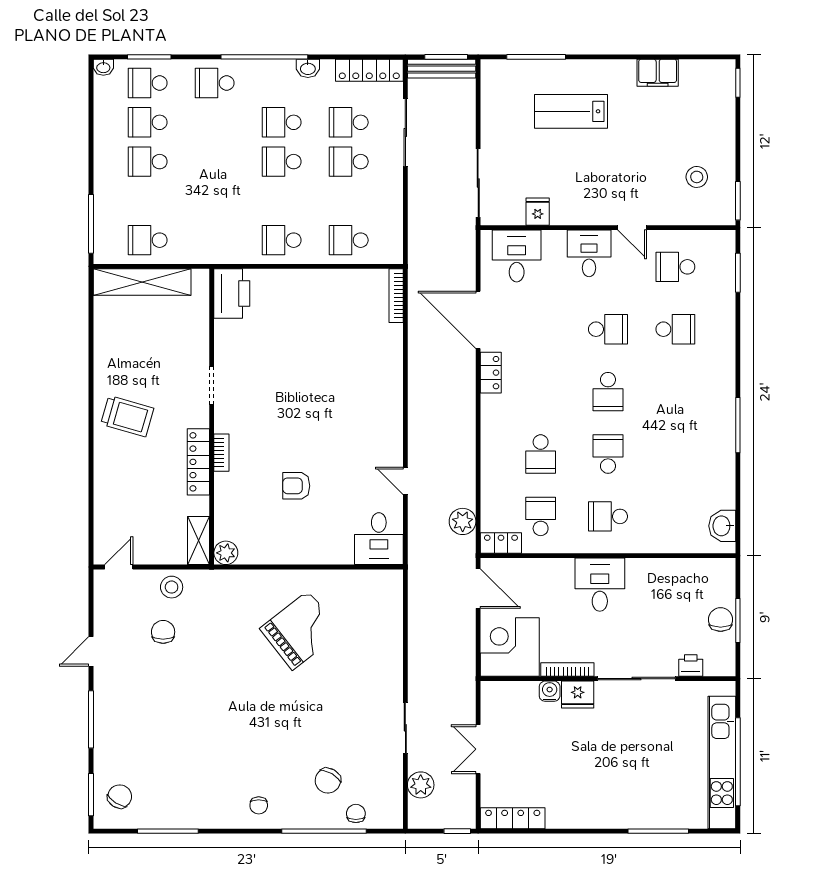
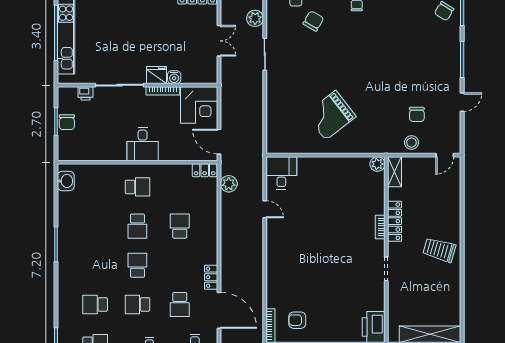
armchair: (296, 486) -> (297, 320), moved, turned 180
school desk: (541, 516) -> (180, 304), moved

